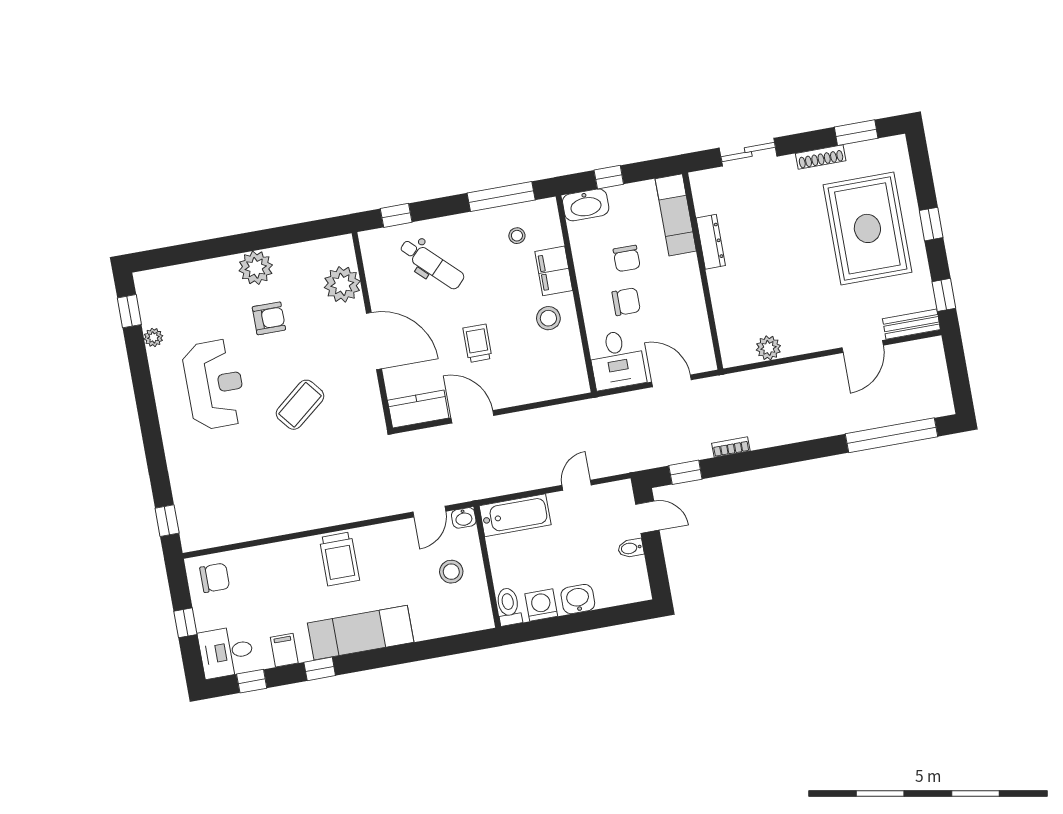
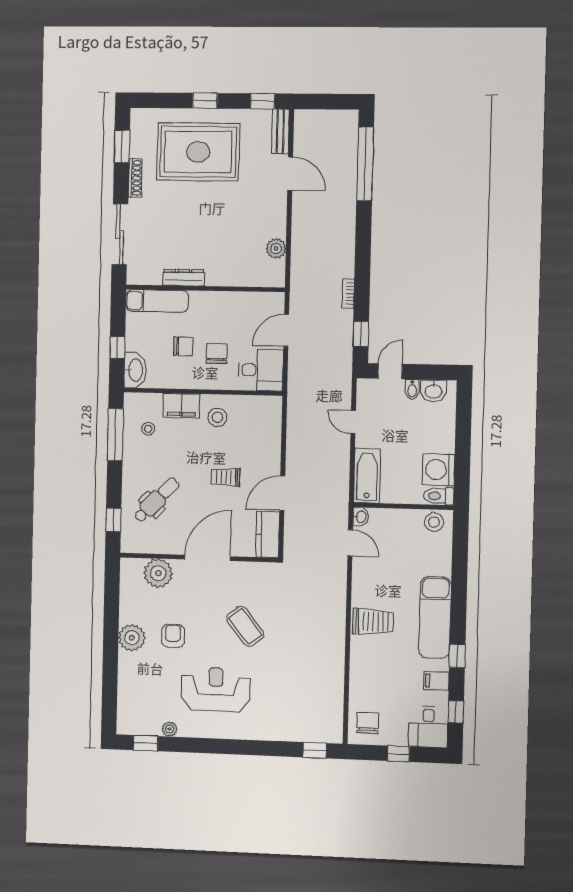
sliding door: (748, 152) -> (120, 234), width x1.37
stool: (451, 572) -> (434, 522), moved
washbasin: (578, 599) -> (433, 391), moved, turned -90
washing machine: (541, 605) -> (439, 470), width x1.37, depth x1.37

